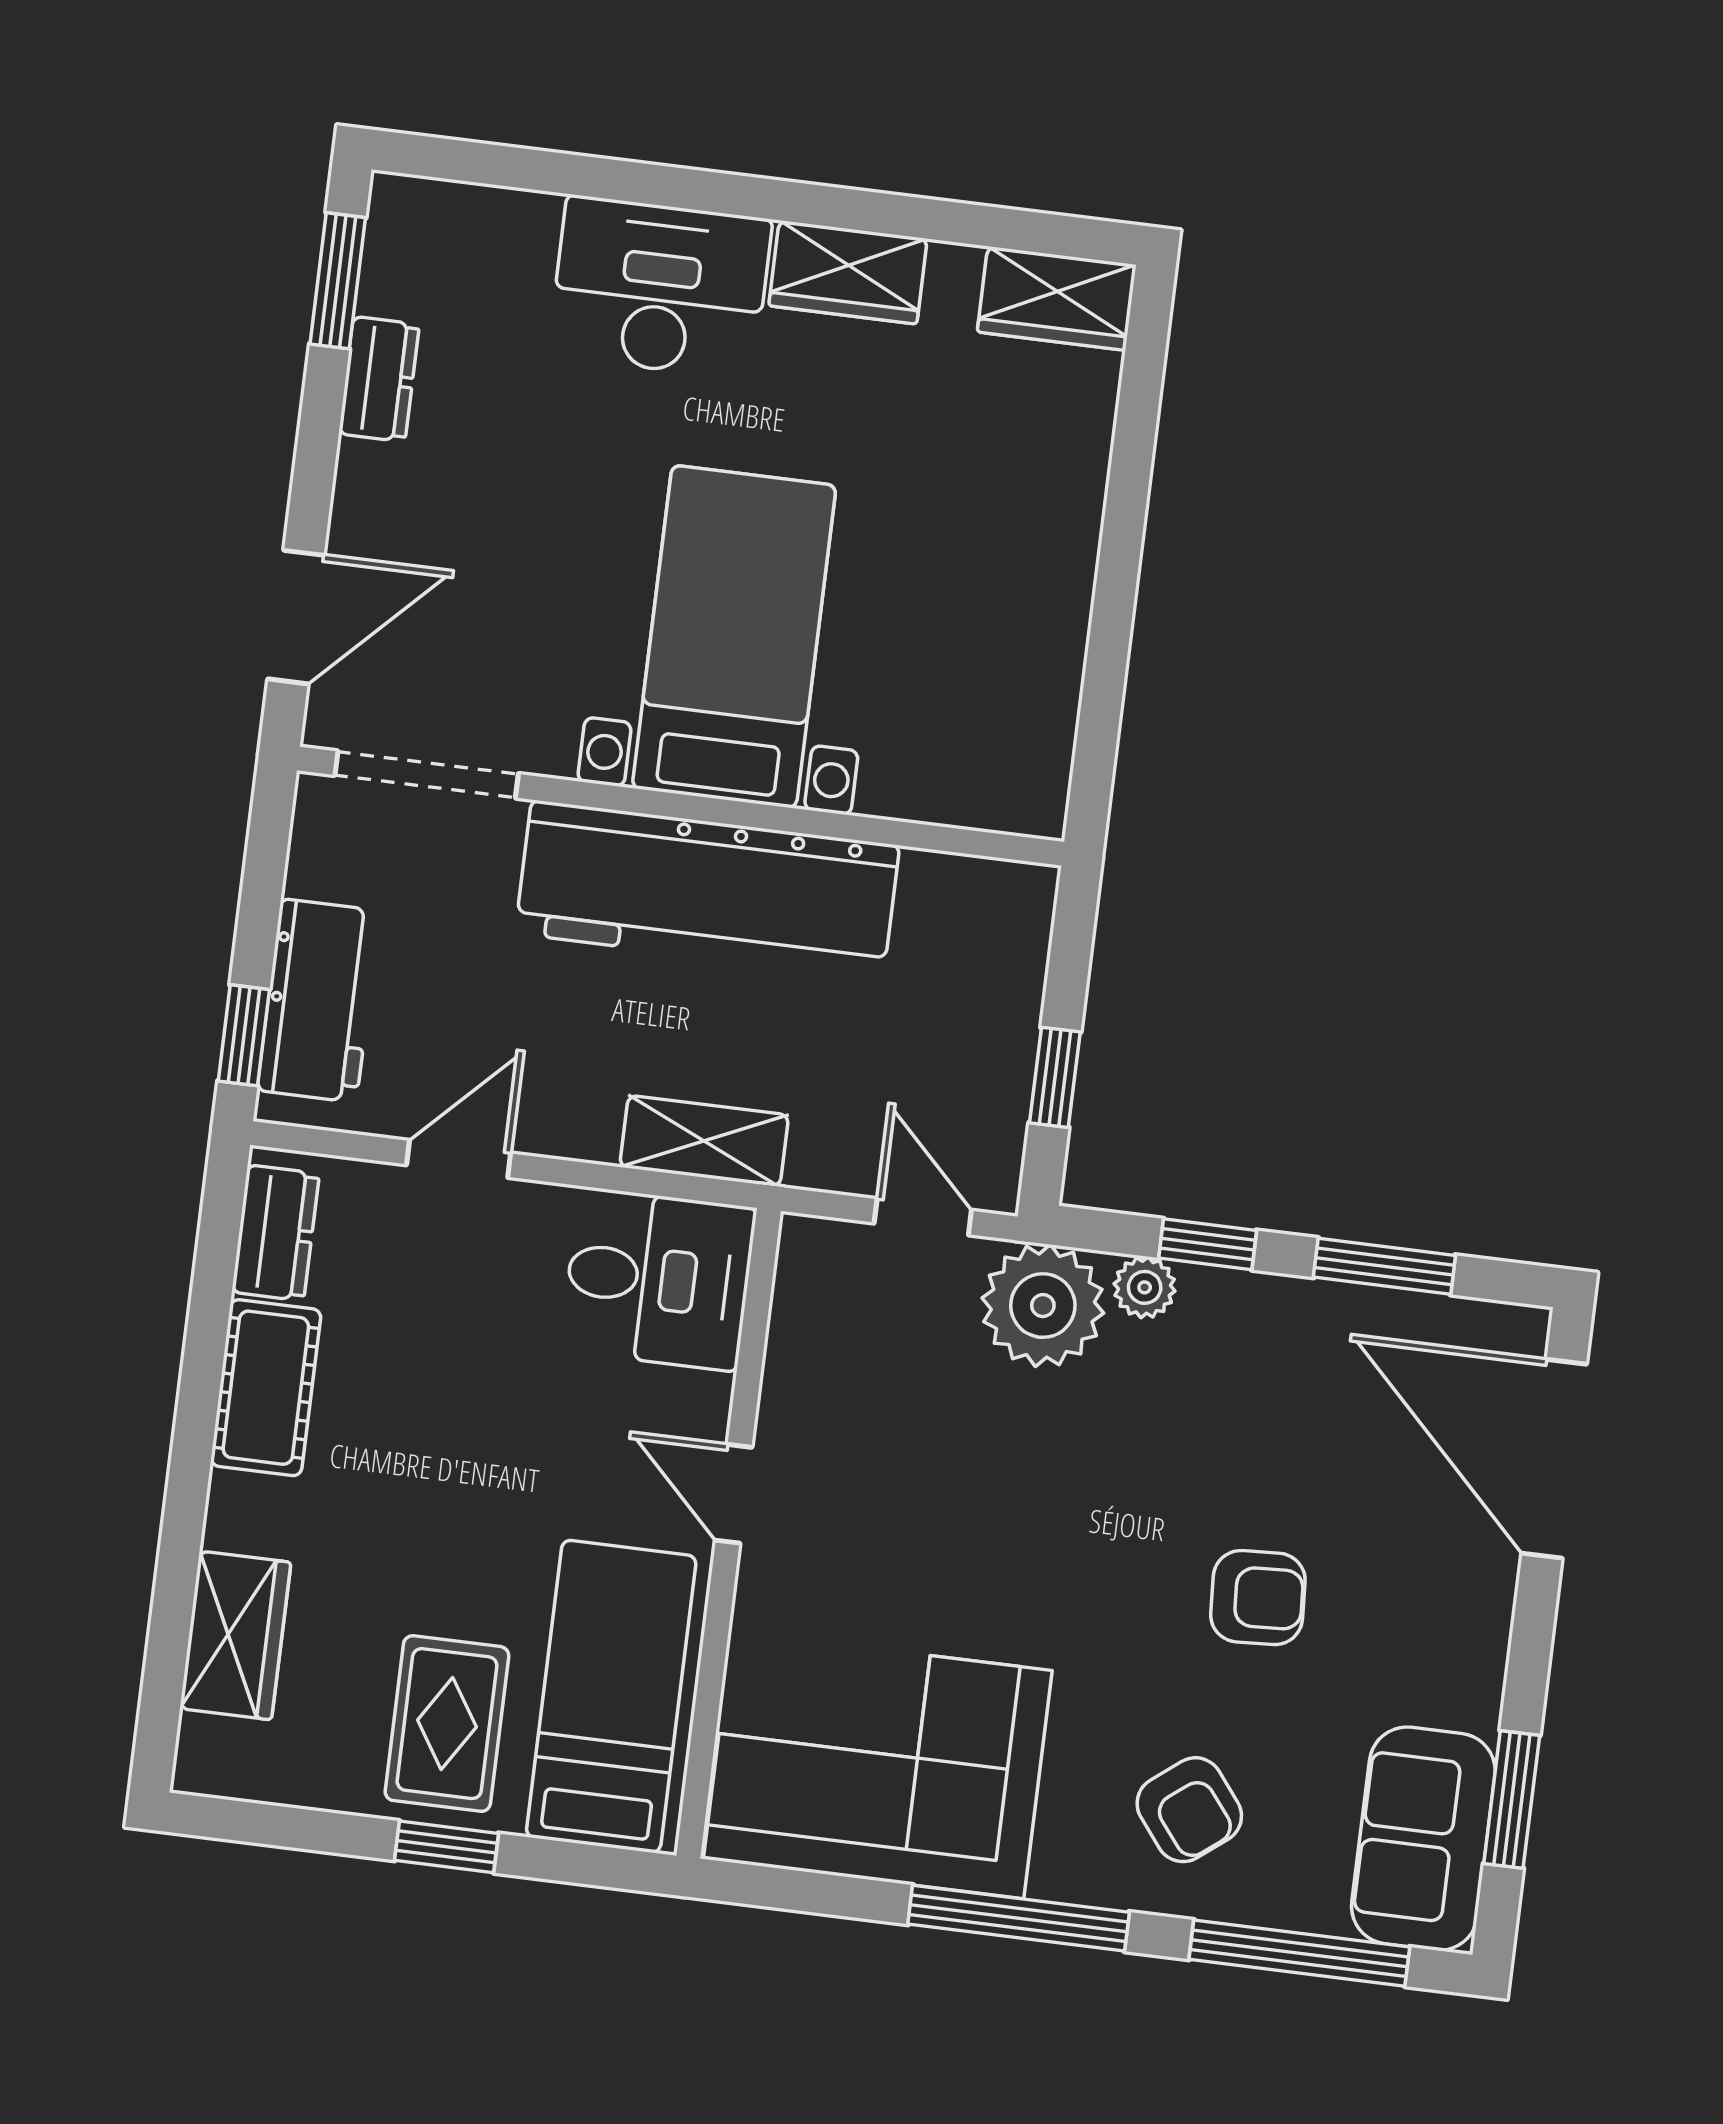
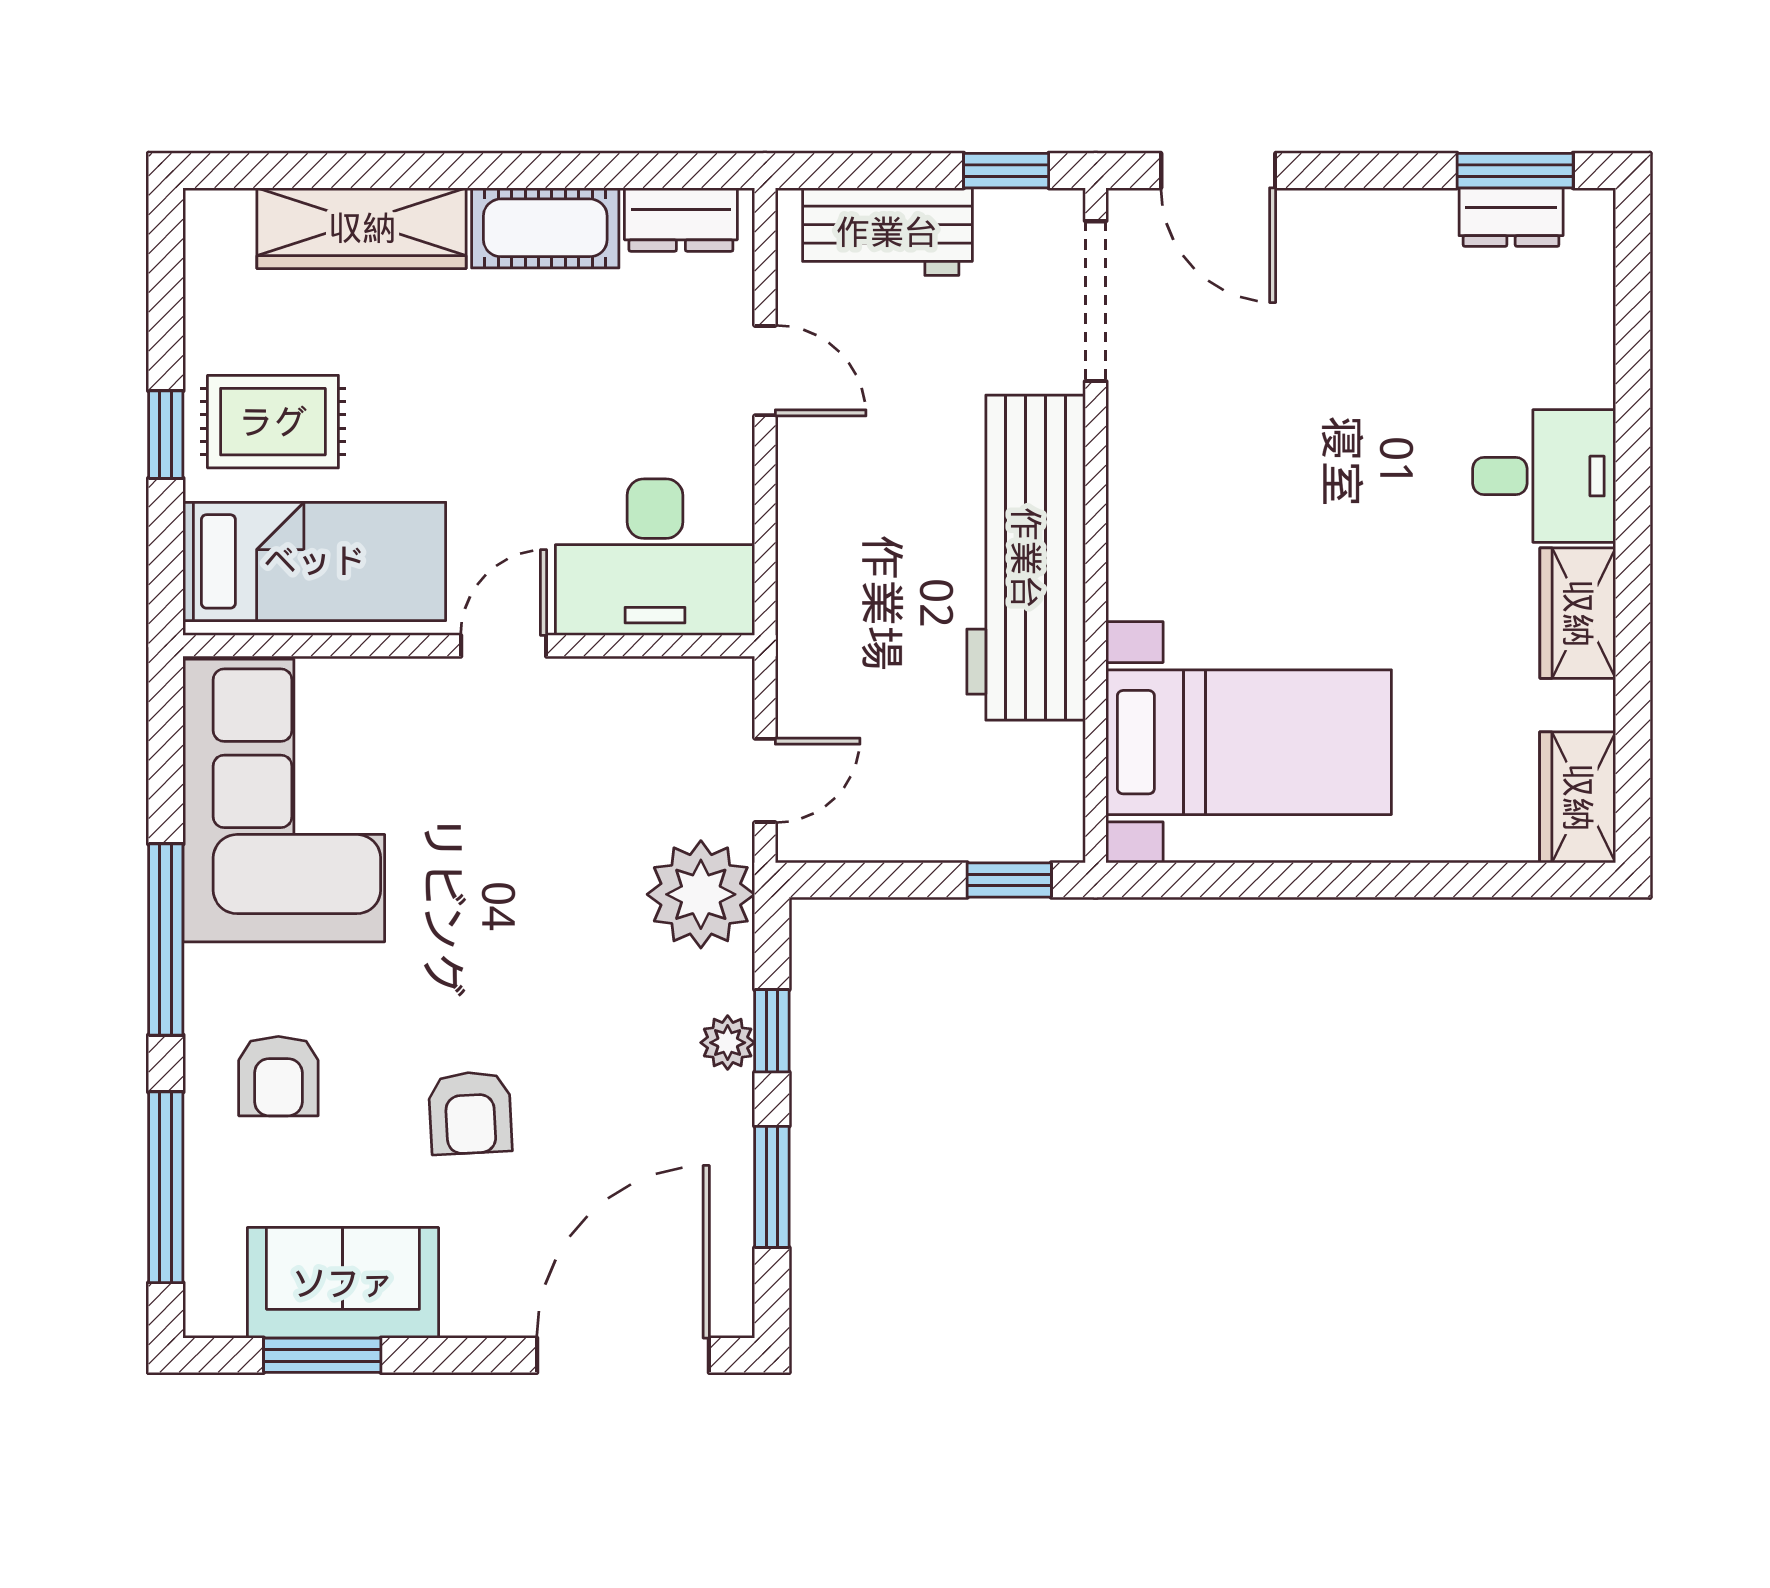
desk: (660, 287) -> (1544, 476), width x0.73
dresser: (379, 379) -> (1511, 217), moved
bed with nightstands: (734, 637) -> (1249, 742), moved
window: (244, 1035) -> (1006, 171), moved
window: (1055, 1077) -> (1009, 880), moved
shelving: (704, 1141) -> (807, 582), removed
desk: (658, 1279) -> (655, 557), width x1.37
plant: (1145, 1287) -> (728, 1043), moved
wardrobe: (235, 1635) -> (362, 228), width x1.50
armchair: (1189, 1810) -> (278, 1076), turned -52
sofa: (1423, 1839) -> (343, 1283), moved

